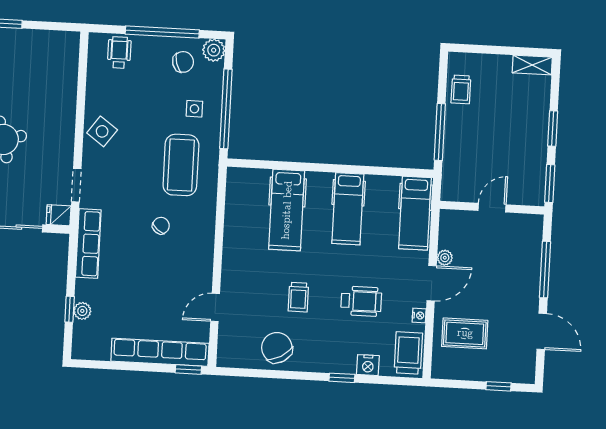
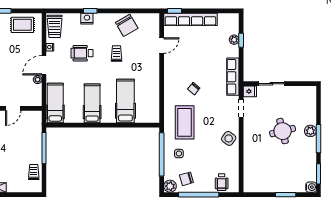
rug: (465, 333) -> (22, 25), moved
nightstand: (368, 365) -> (87, 19), moved

